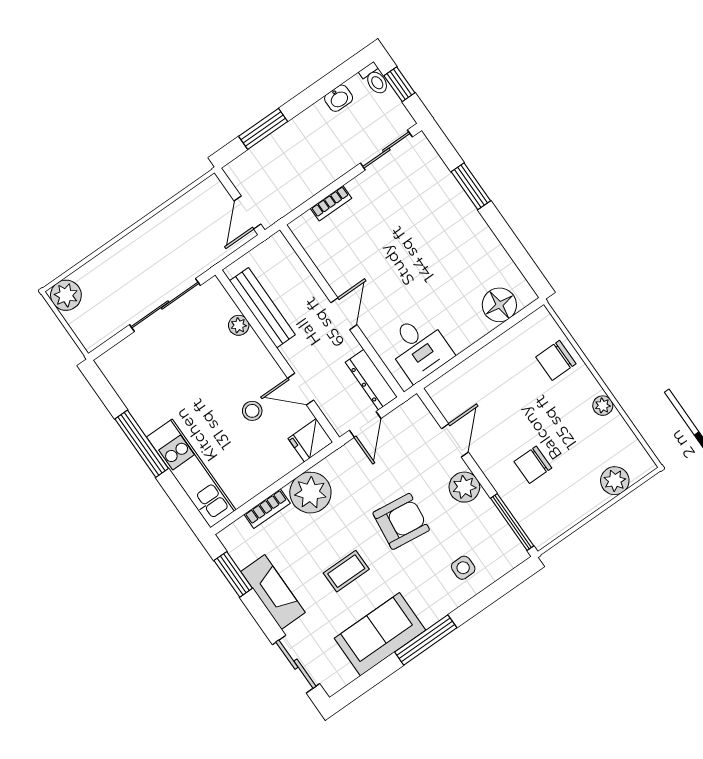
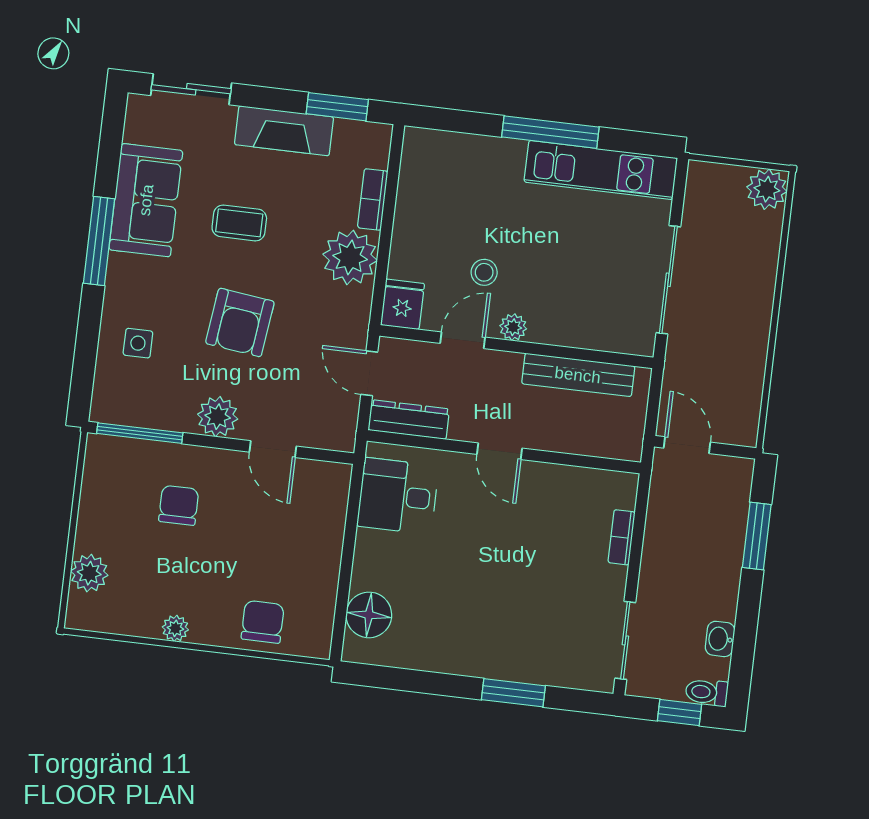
plant: (239, 325) -> (513, 327), moved
kitchen unit: (191, 473) -> (601, 170), moved
coffee table: (346, 571) -> (239, 223), turned 90

